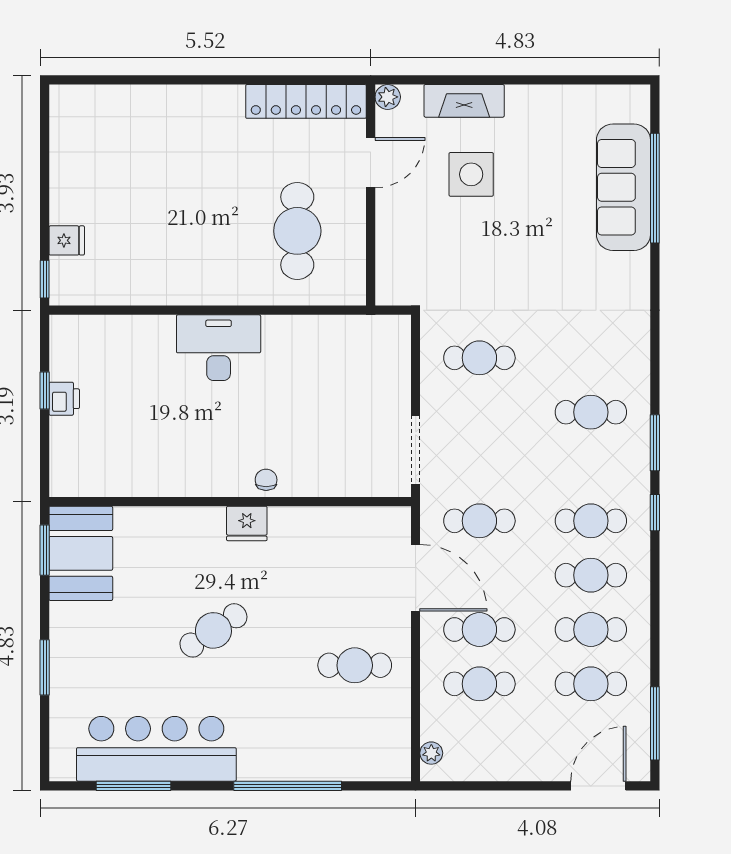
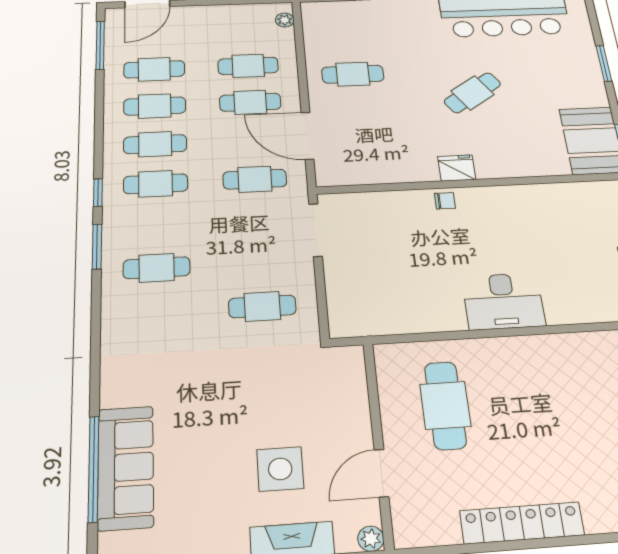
locker: (306, 101) -> (522, 523), moved
chair: (266, 480) -> (445, 201), turned -90

